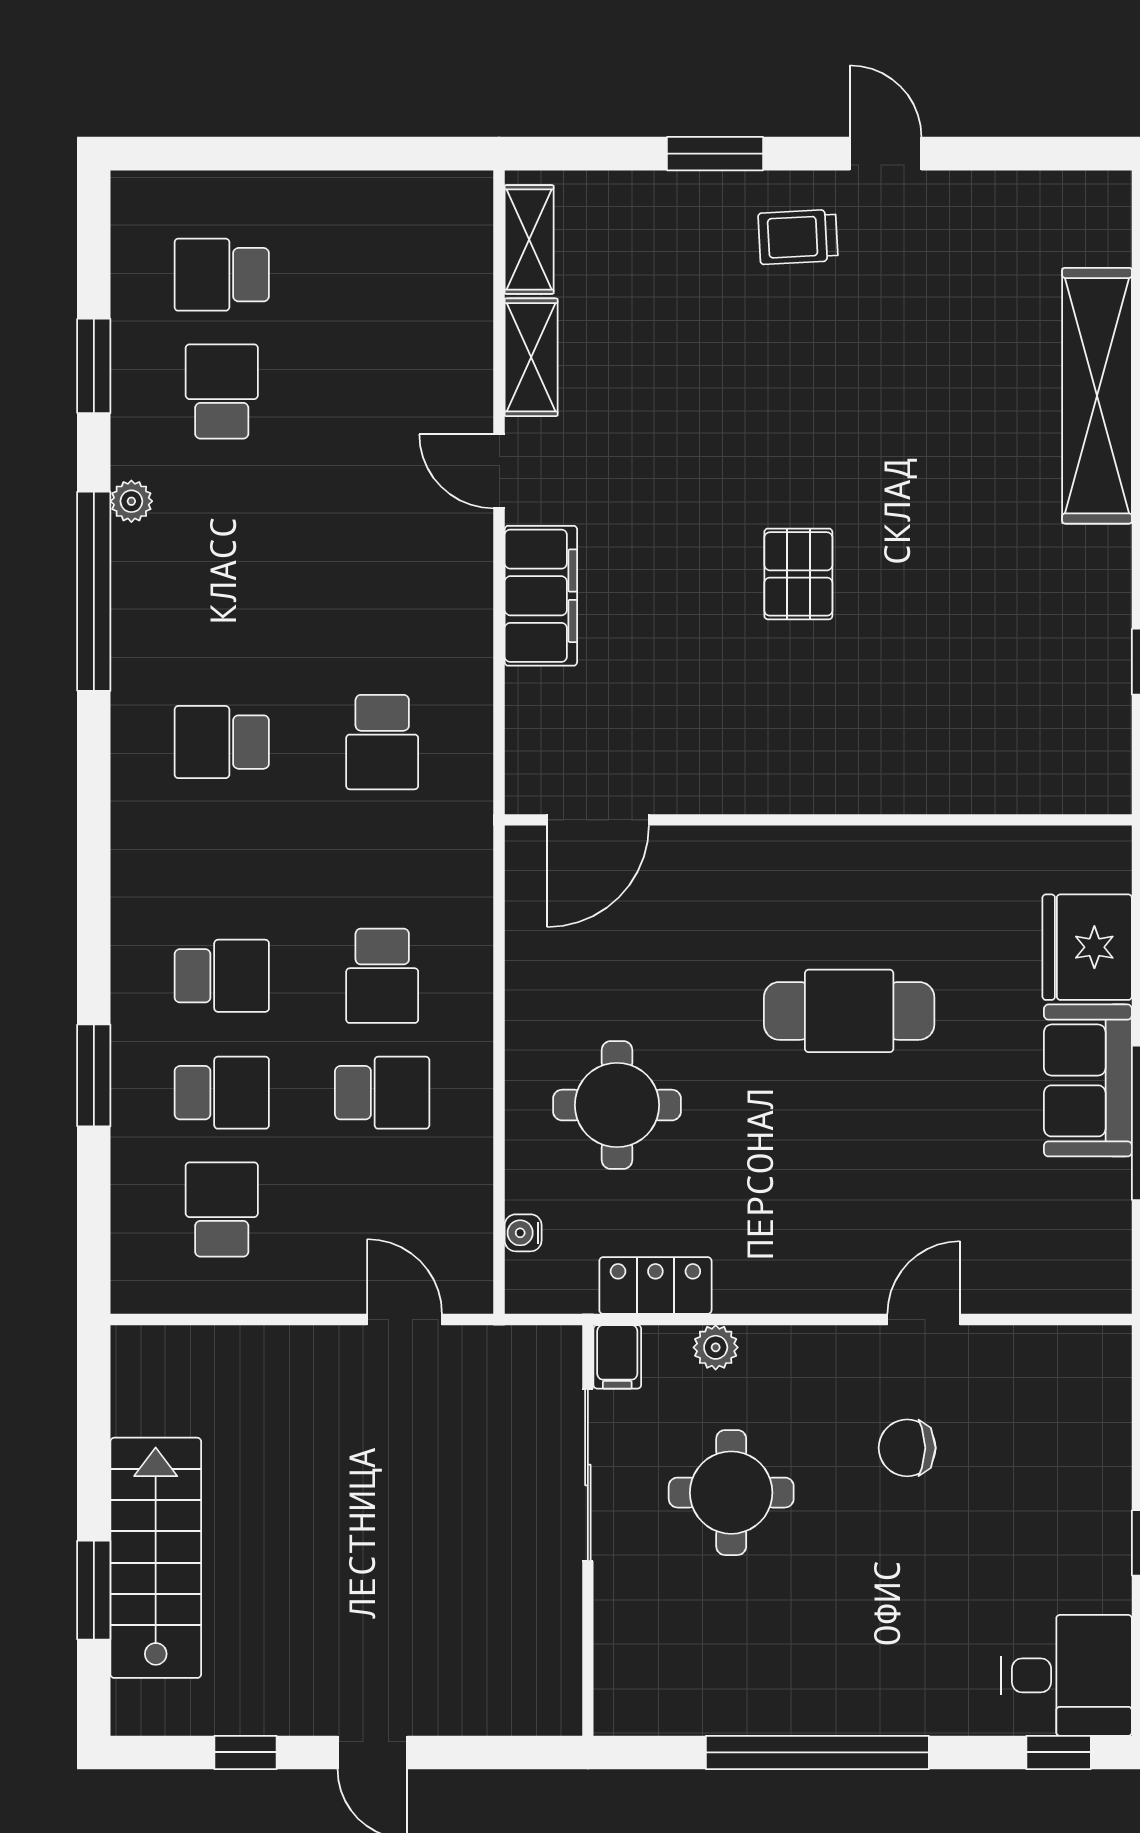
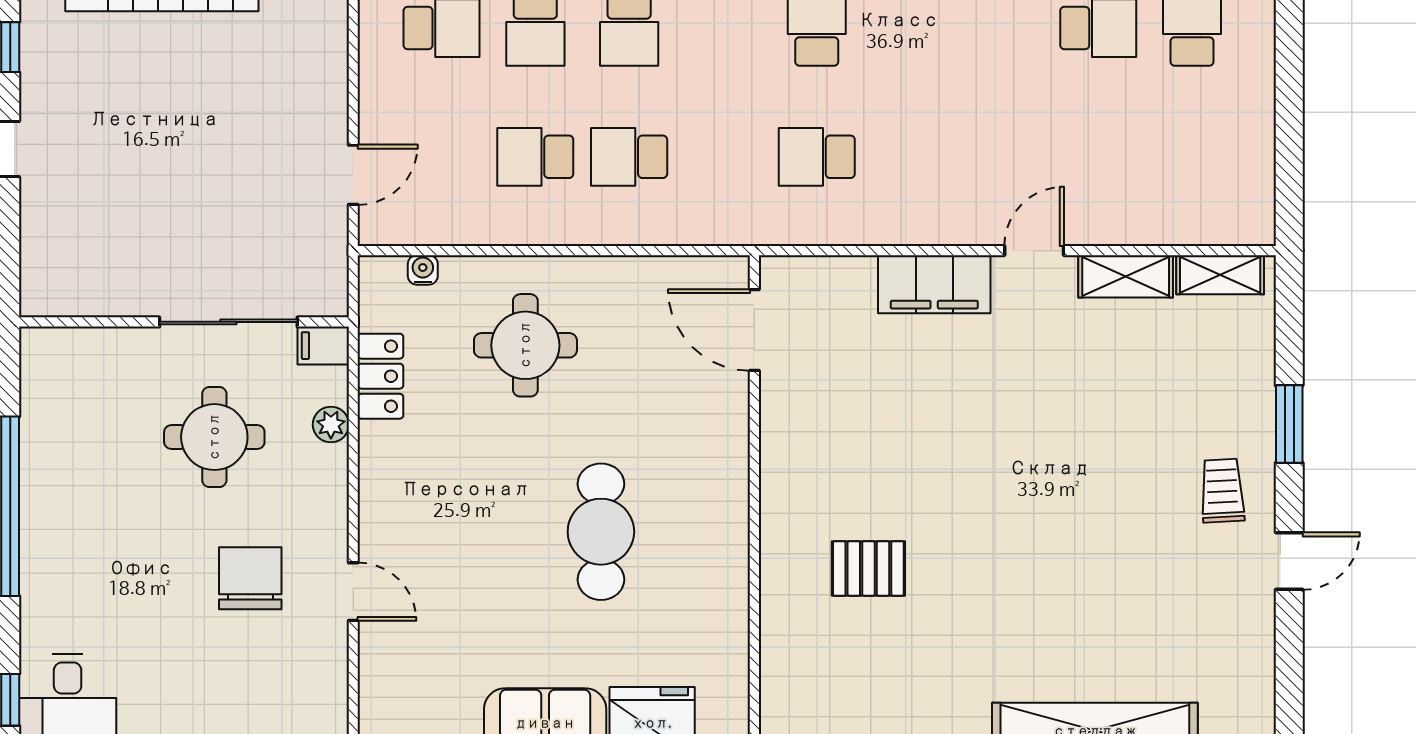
pallet: (798, 574) -> (868, 568), moved
school desk: (382, 1093) -> (535, 157), turned 90
chair: (907, 1448) -> (250, 578), width x1.37, depth x1.37

